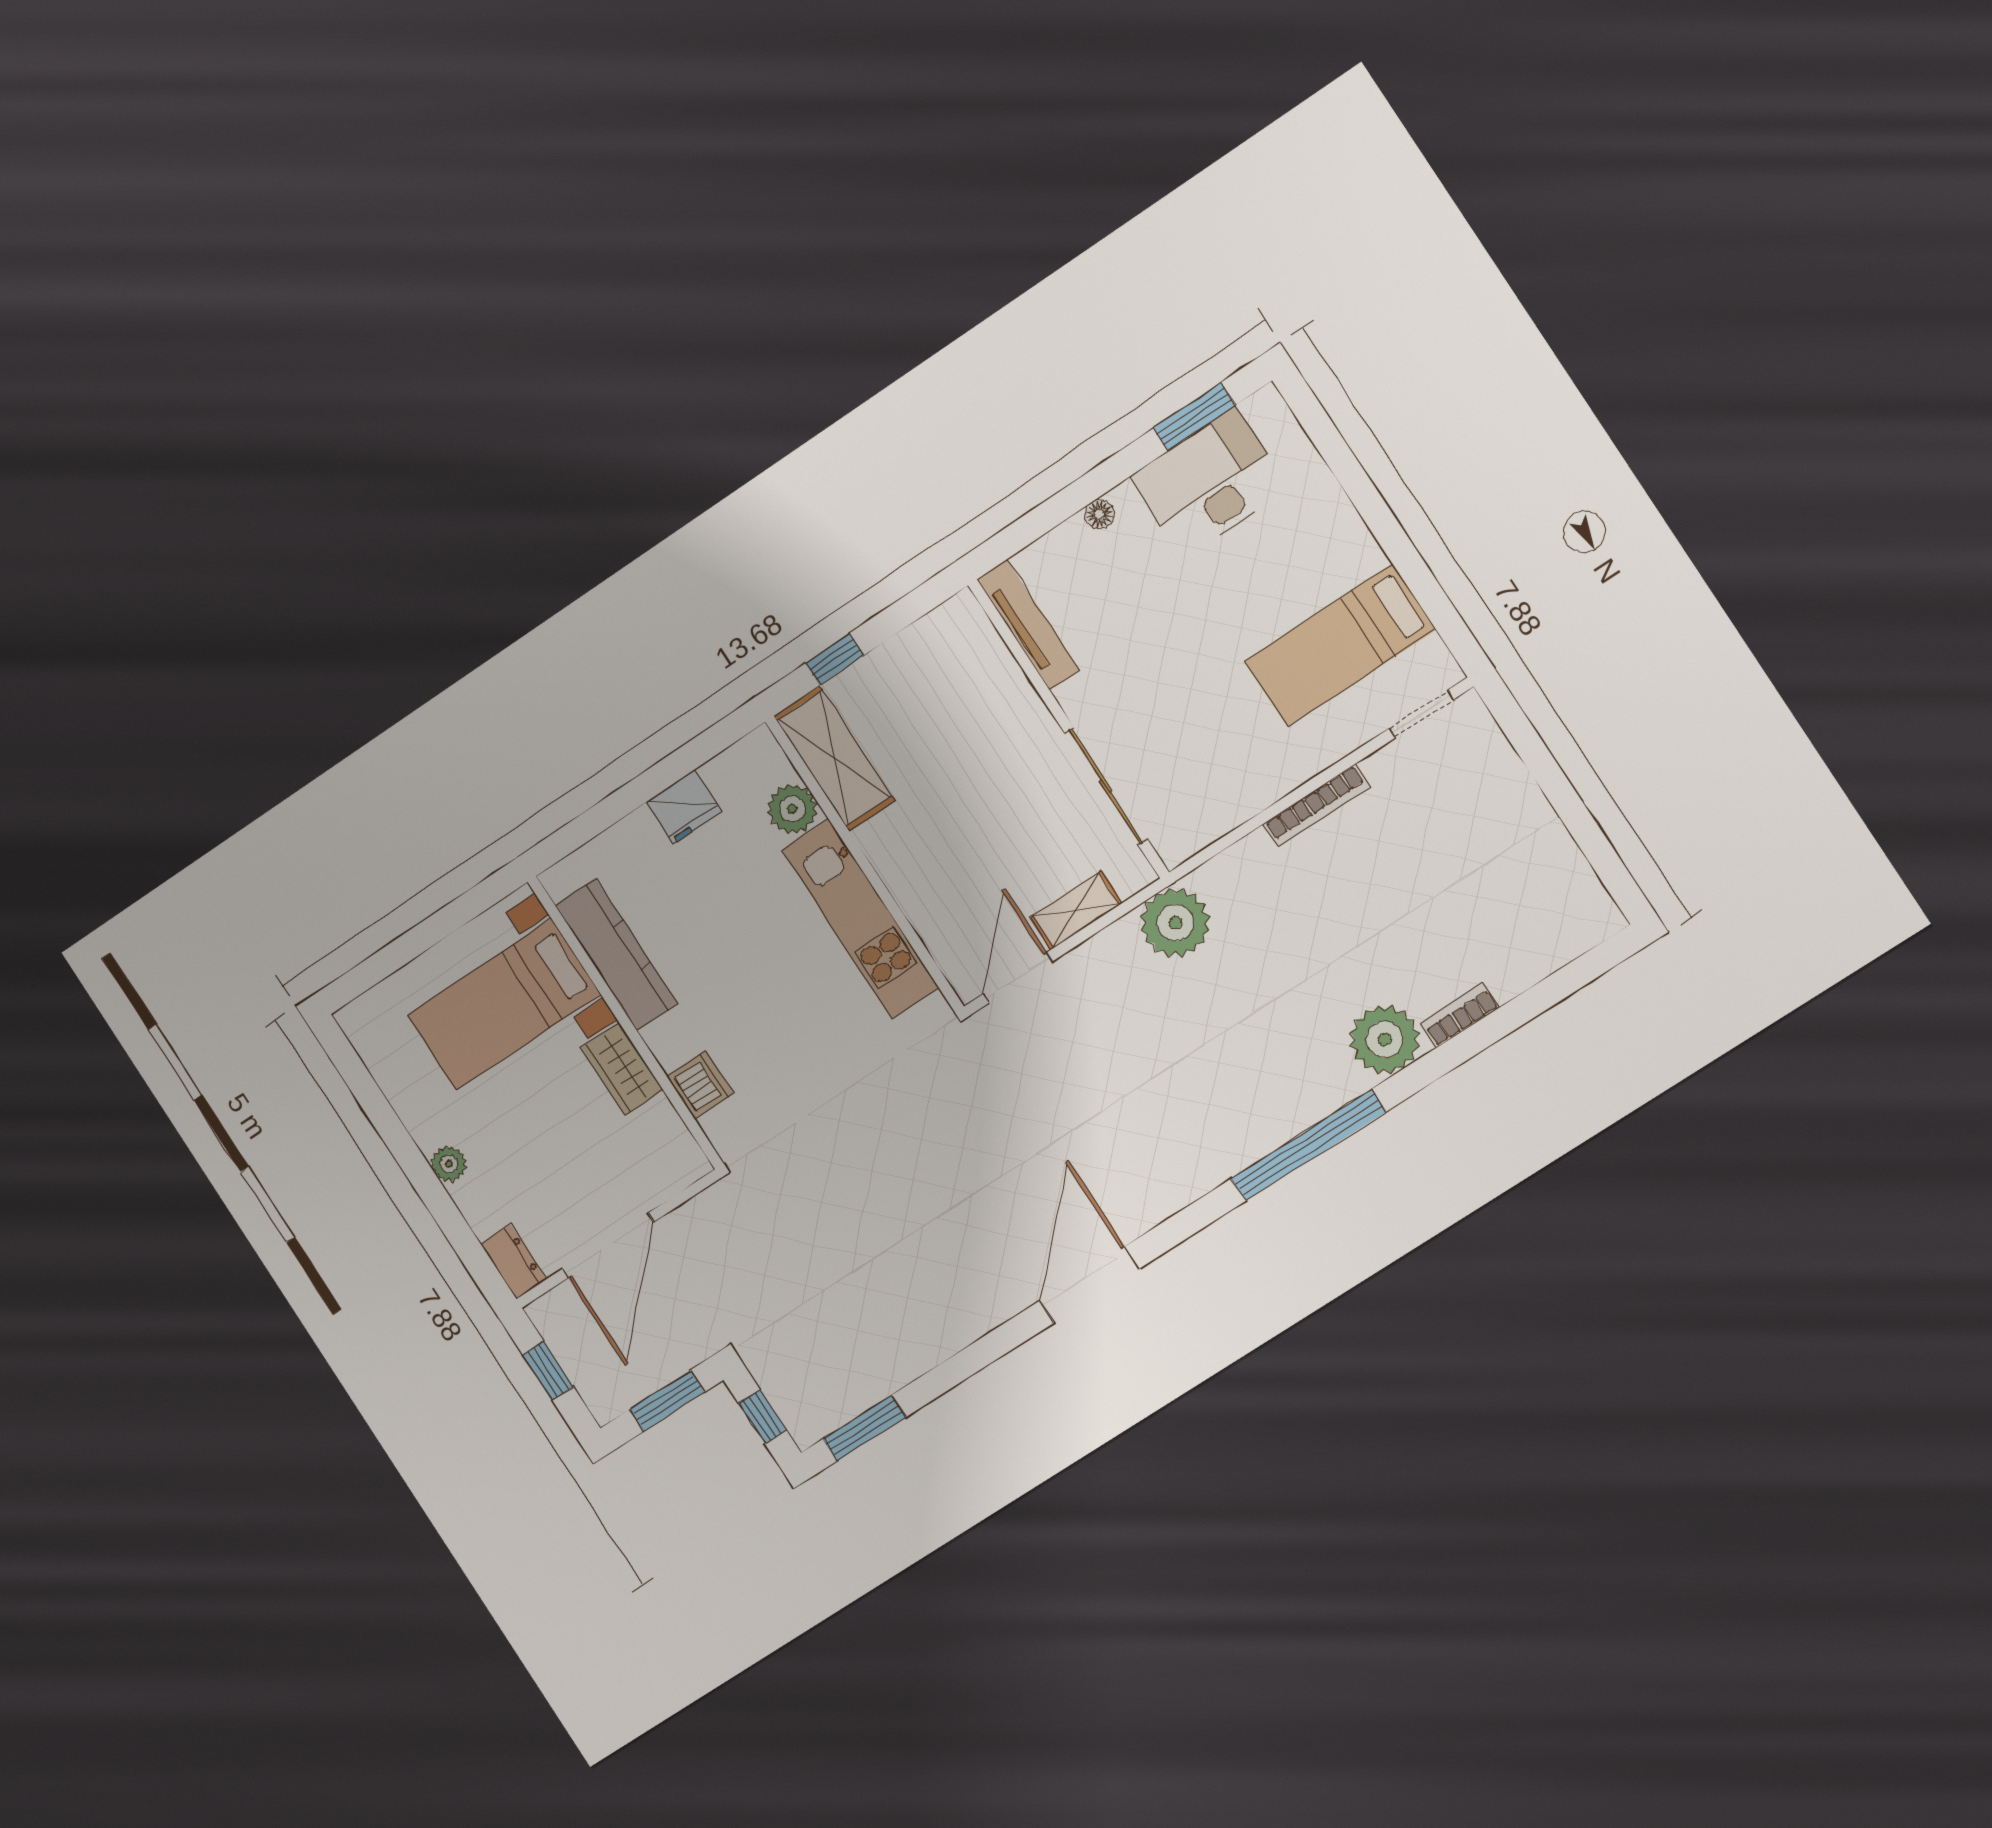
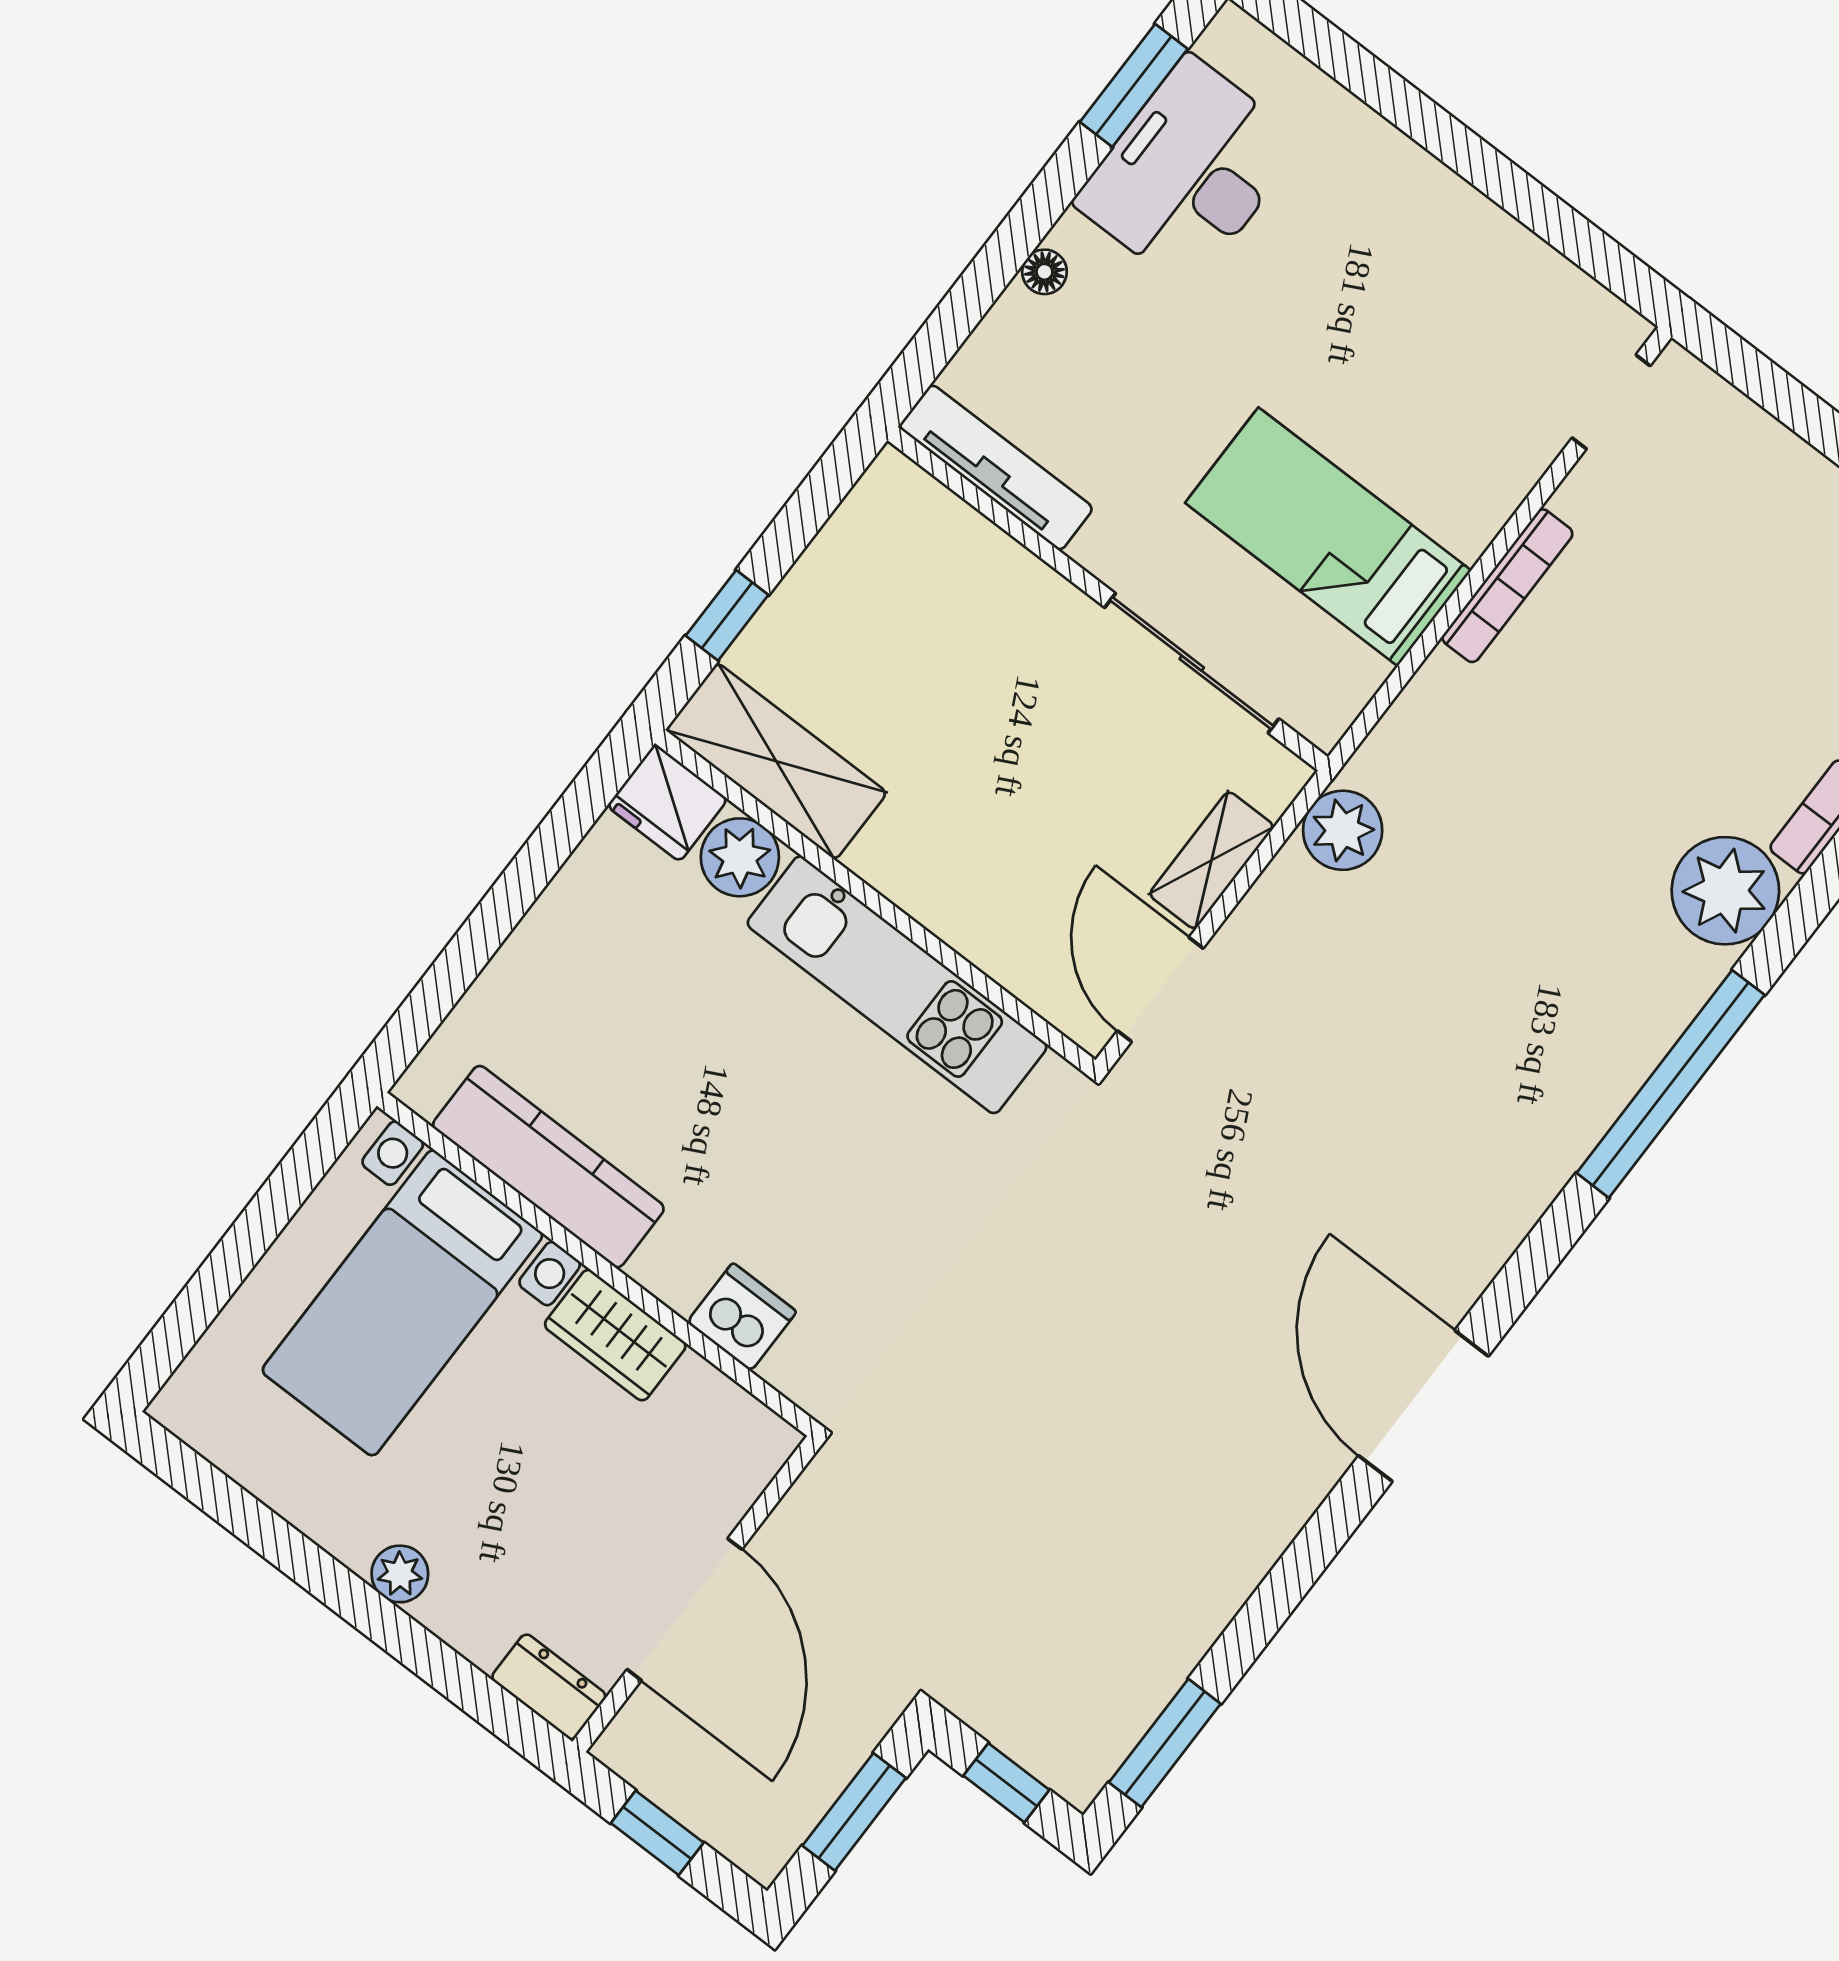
bed: (1340, 645) -> (1328, 537), moved, turned 90
fridge: (684, 807) -> (667, 803), moved, turned 90
plant: (1175, 923) -> (1343, 830), width x0.73, depth x0.73

